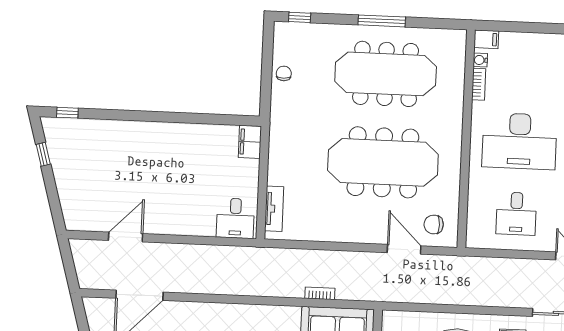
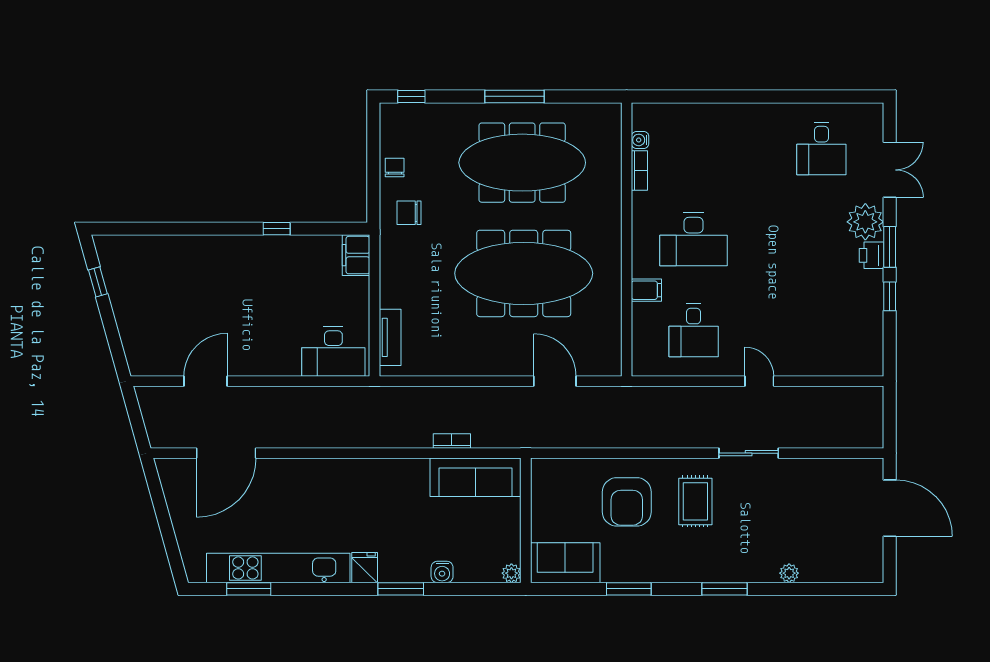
filing cabinet: (486, 39) -> (646, 290), moved
window: (67, 113) -> (277, 229), moved
desk: (519, 141) -> (694, 239), width x0.73, depth x0.77
desk: (235, 218) -> (333, 352), width x1.37
chair: (434, 224) -> (409, 213), moved

